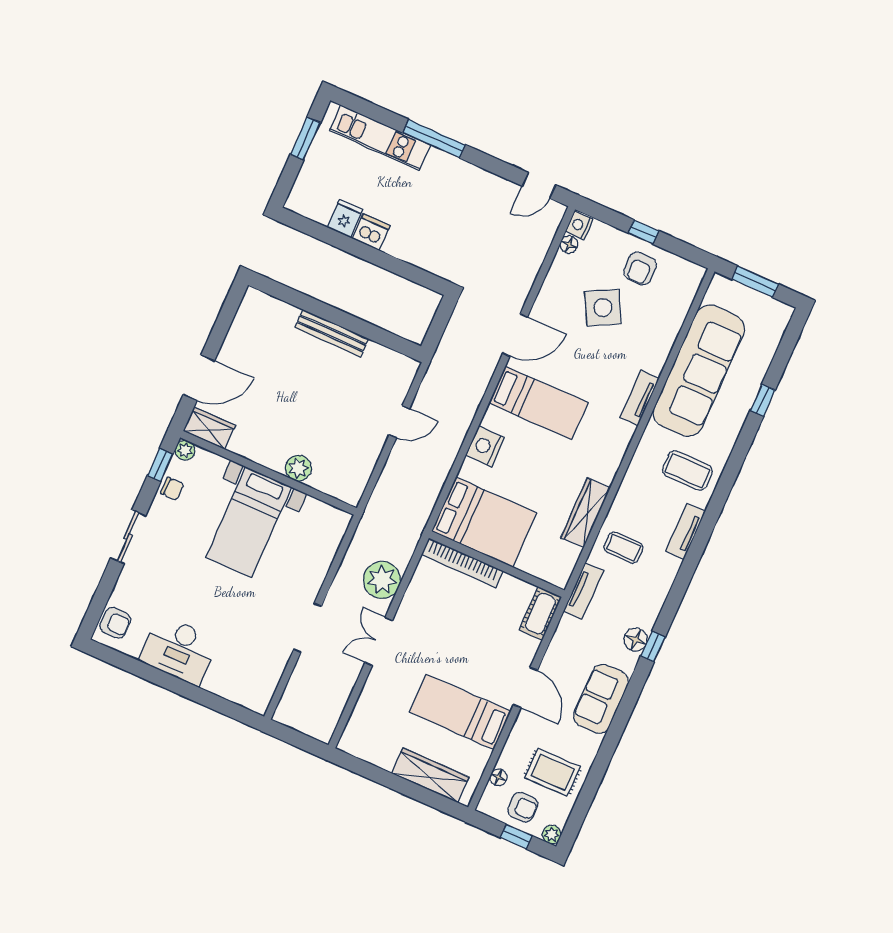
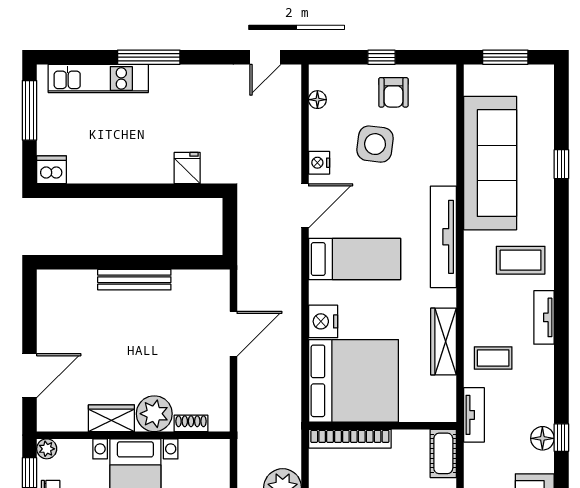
window: (305, 139) -> (30, 110), width x1.44
fridge: (345, 219) -> (187, 168), moved
nightstand: (579, 225) -> (319, 163), moved
dishwasher: (371, 232) -> (51, 170), moved
side table: (603, 308) -> (375, 144), turned 35
tv unit: (640, 398) -> (443, 237), width x1.92, depth x1.29
door: (399, 422) -> (233, 334), width x1.37
wardrobe: (209, 428) -> (111, 418), moved
plant: (298, 468) -> (154, 414), width x1.36, depth x1.36
shoe rack: (325, 485) -> (191, 423), added
bed: (484, 522) -> (353, 381), width x1.36

